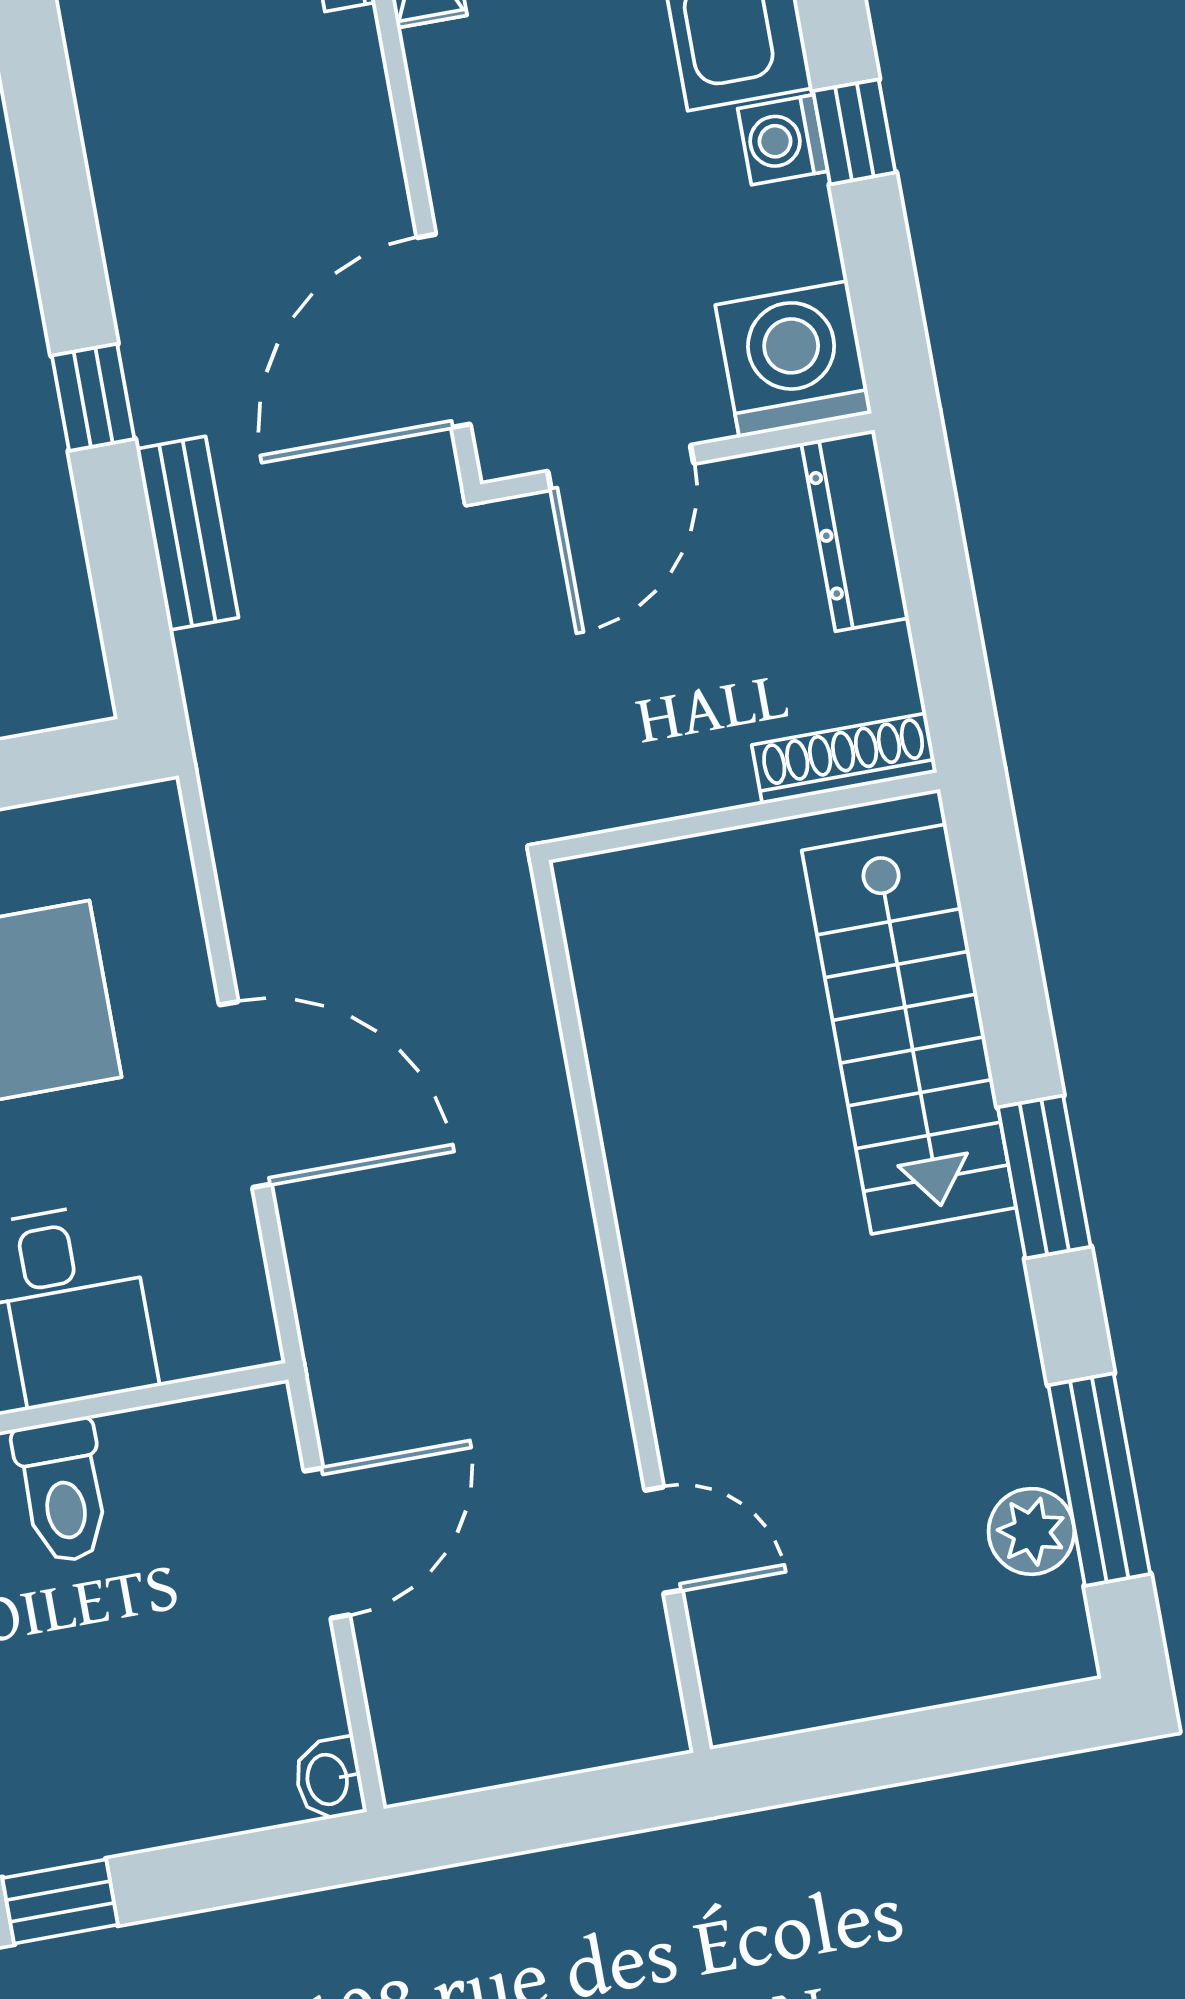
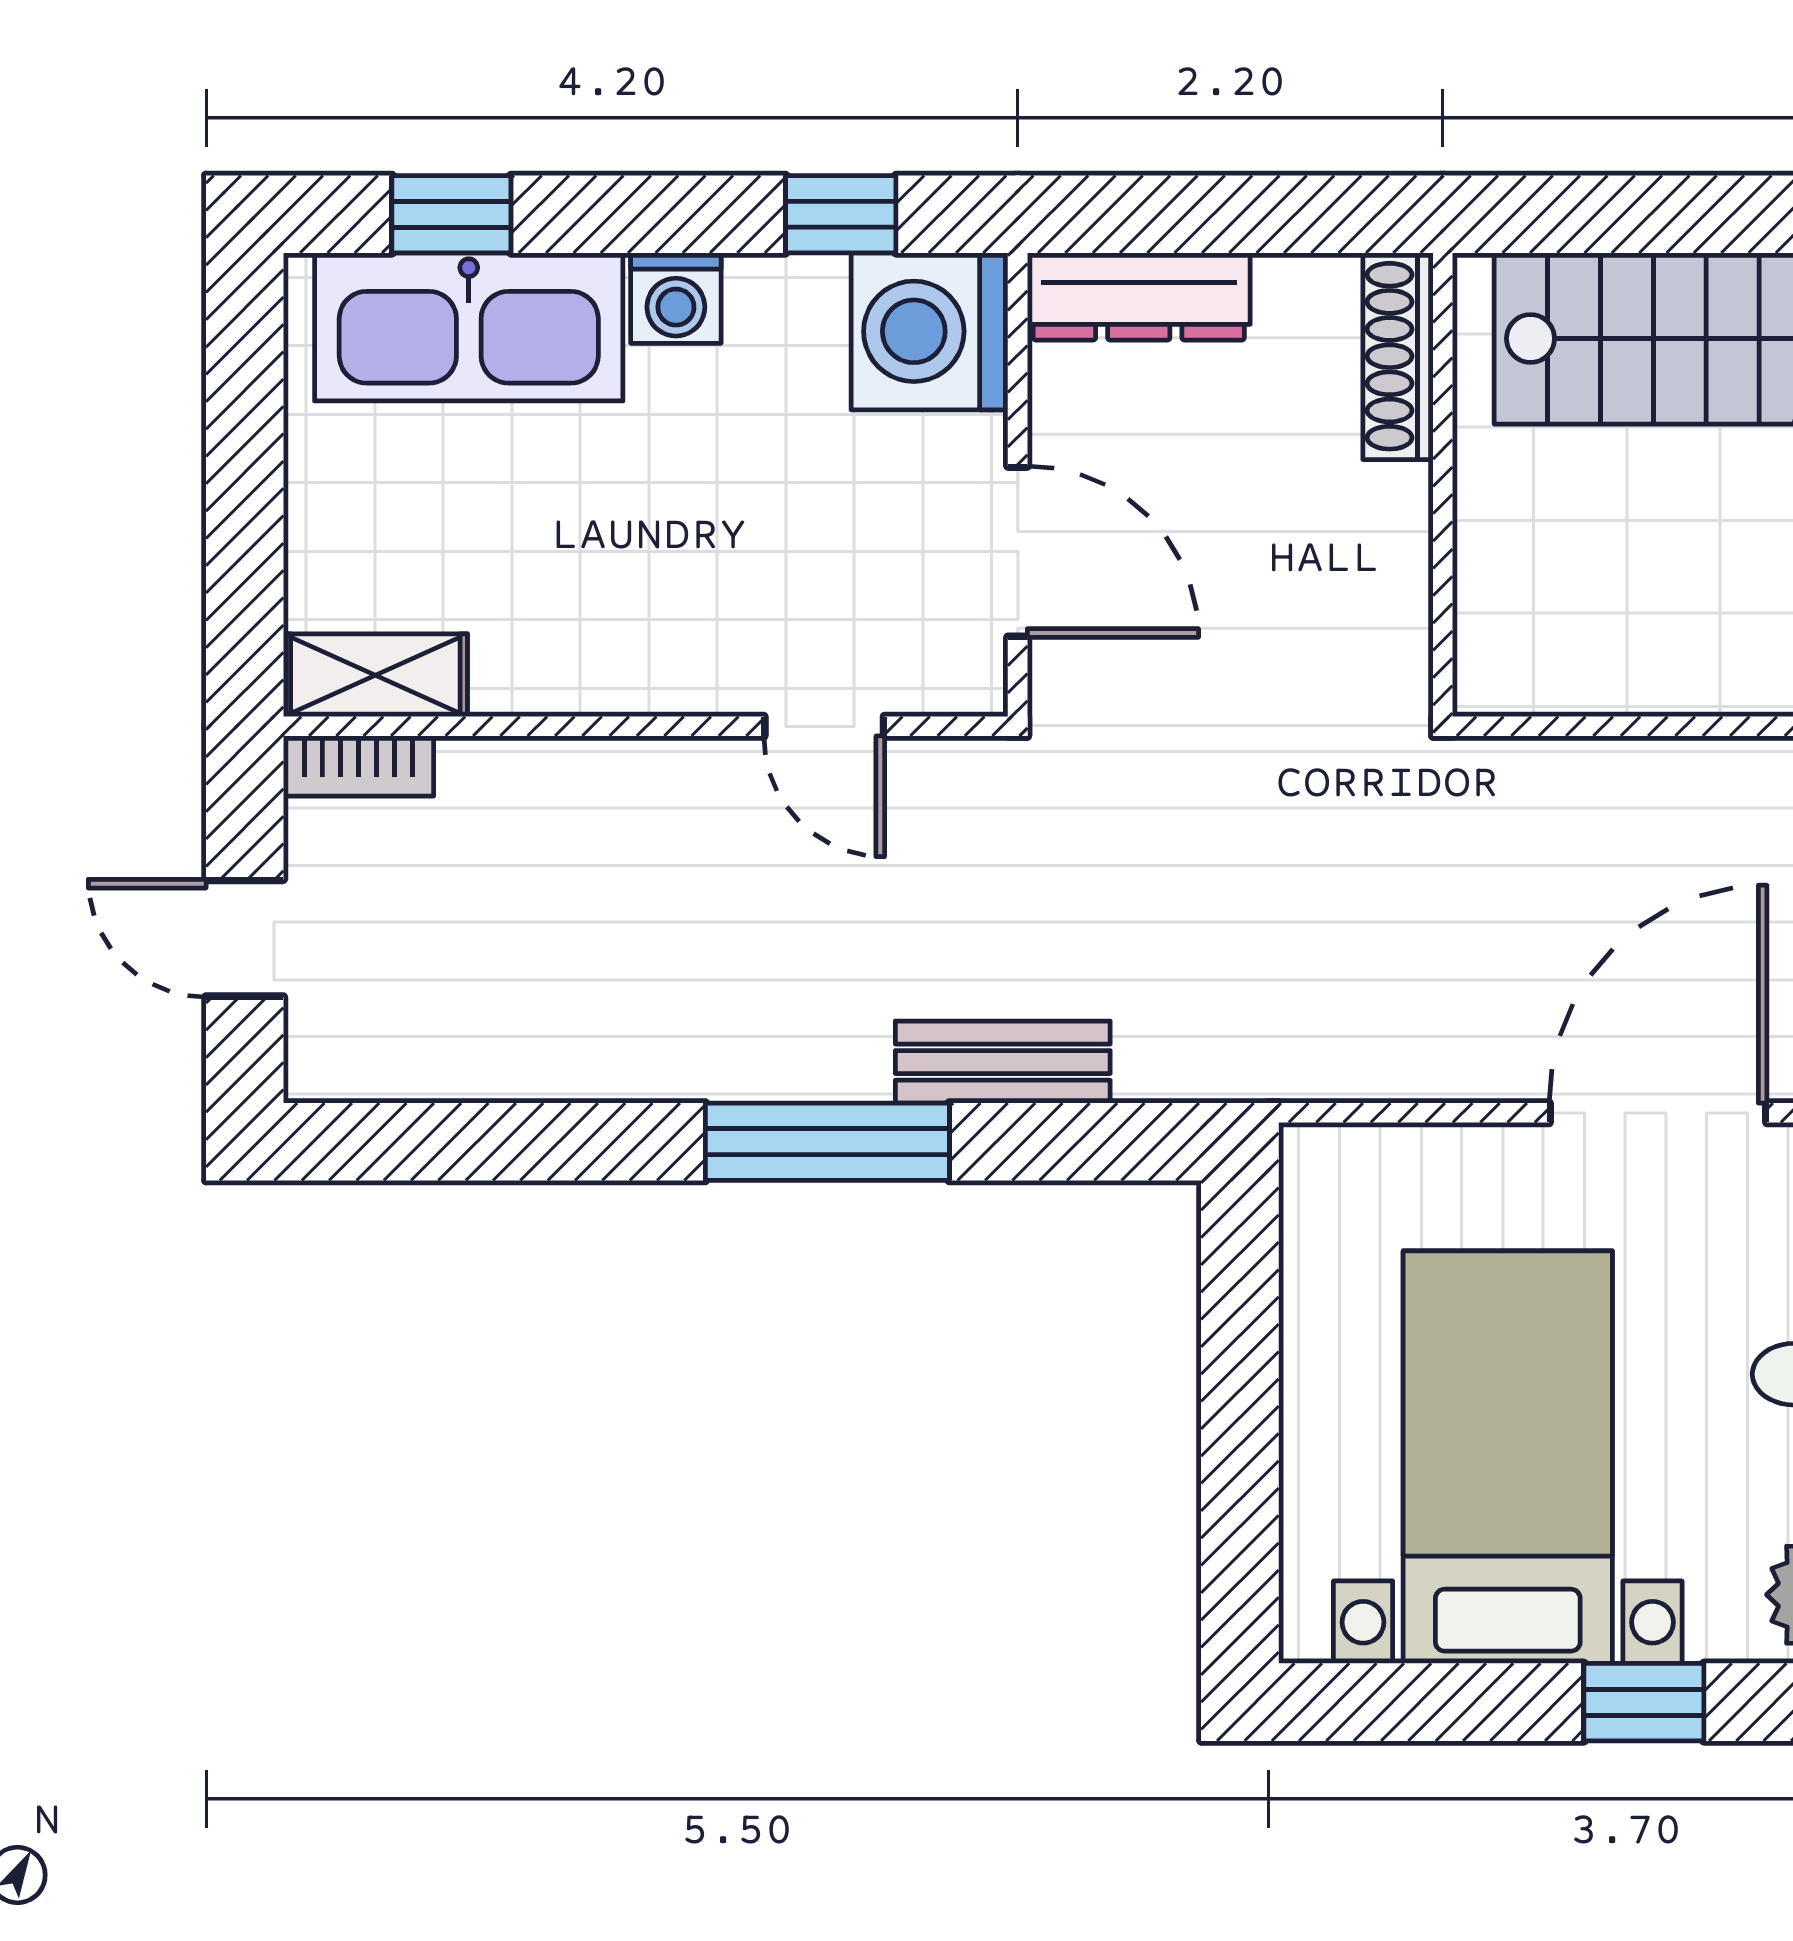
window: (854, 132) -> (841, 214), moved
door: (444, 331) -> (824, 726), width x0.53
window: (93, 397) -> (827, 1142), width x2.17

